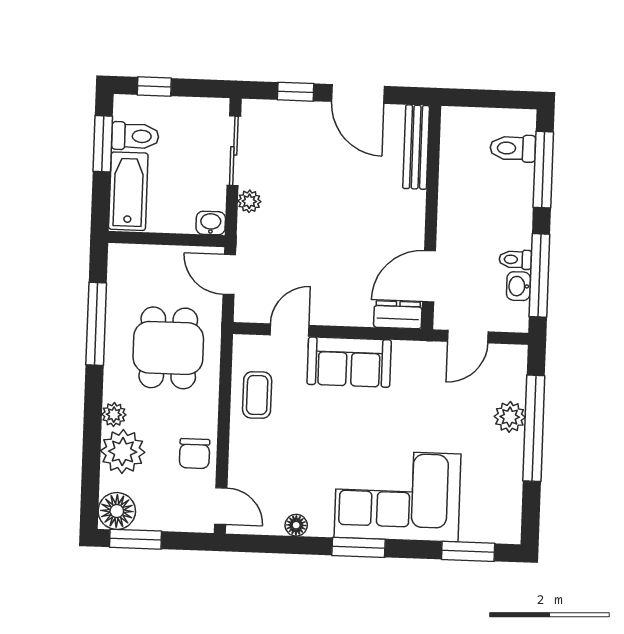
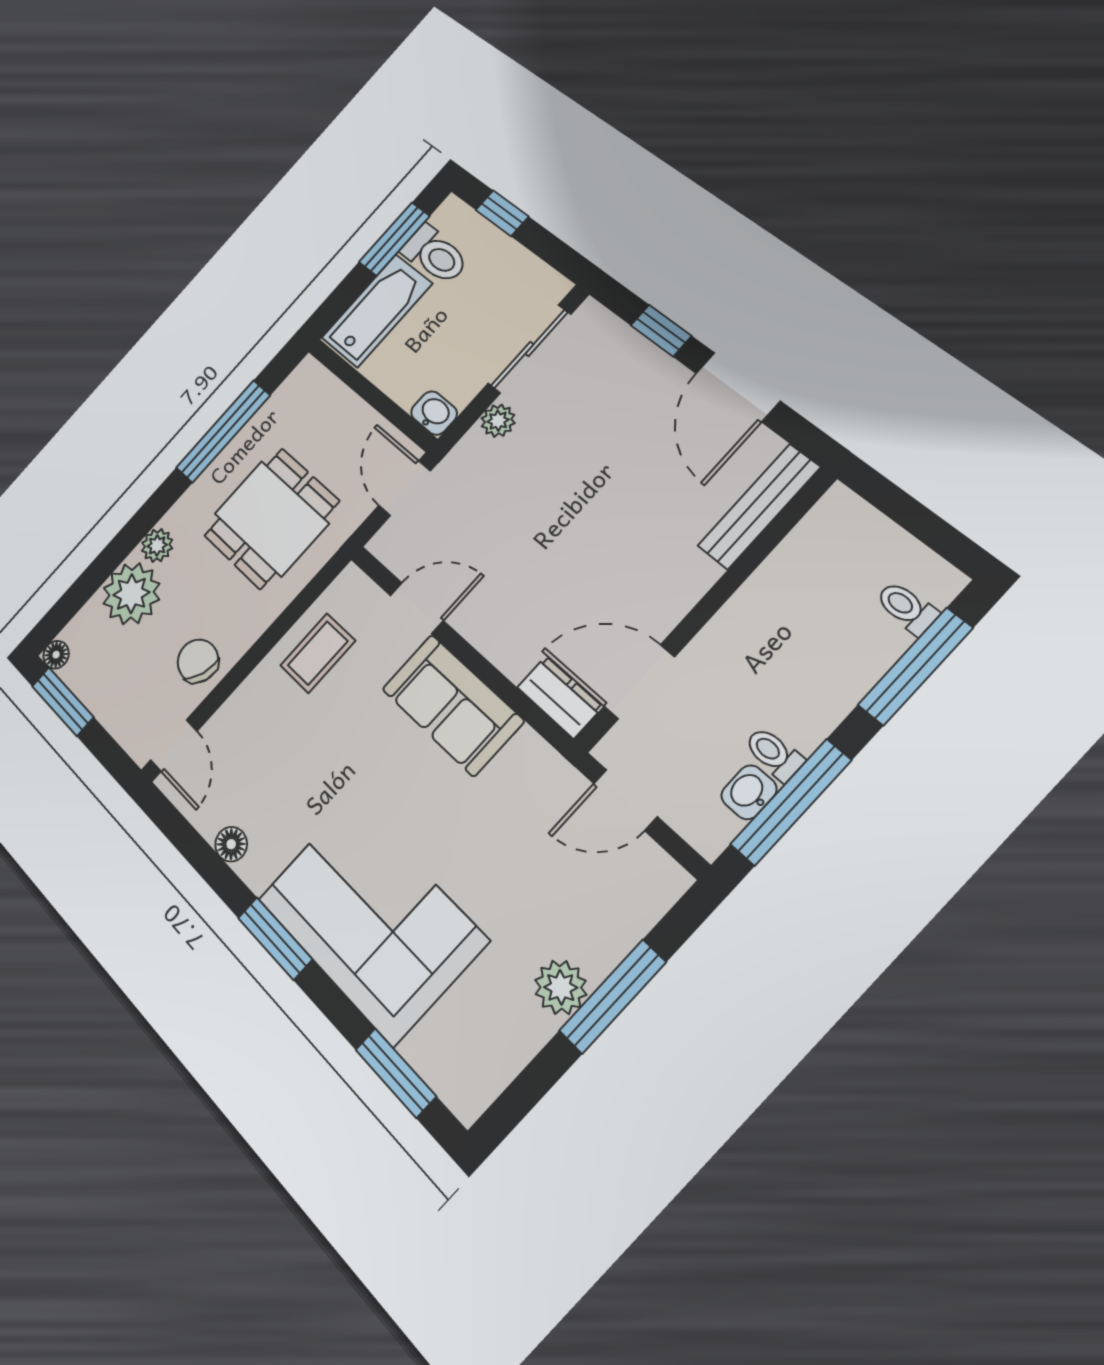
toilet: (513, 148) -> (907, 608), width x0.73, depth x0.72
plant: (510, 417) -> (561, 987), moved
window: (534, 428) -> (613, 997), width x0.68
chair: (194, 454) -> (198, 661), turned 109
floor lamp: (117, 511) -> (56, 655), width x0.53, depth x0.53

